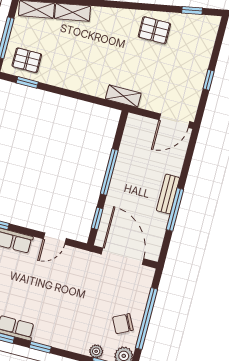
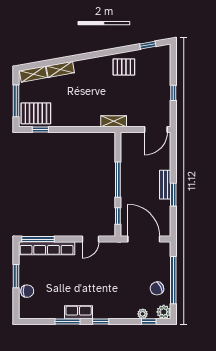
pallet: (27, 60) -> (36, 113), width x1.50, depth x1.42
window: (175, 210) -> (173, 195), width x0.69

